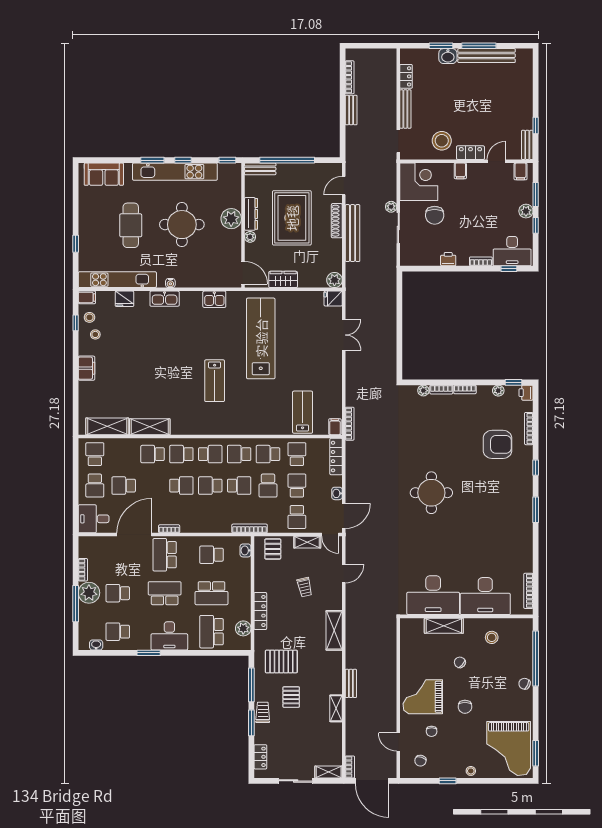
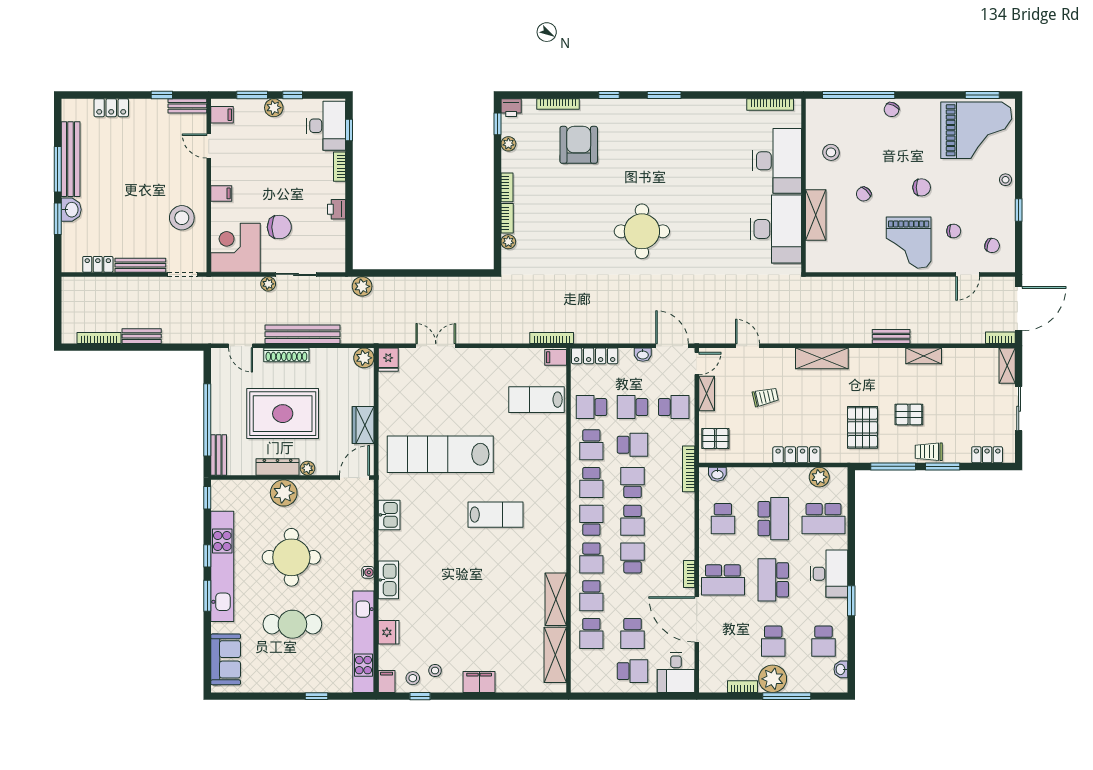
locker: (470, 153) -> (111, 108), moved, turned -90
plant: (389, 279) -> (362, 286), added
school desk: (95, 454) -> (591, 633), moved, turned -90

